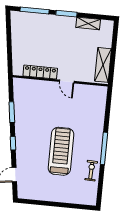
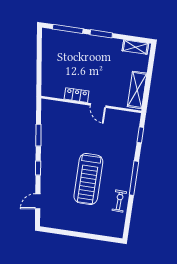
shelving: (88, 23) -> (135, 47), moved
locker: (40, 72) -> (77, 95), width x0.66
window: (108, 107) -> (140, 135), added
treadmill: (61, 151) -> (88, 179), turned 180

